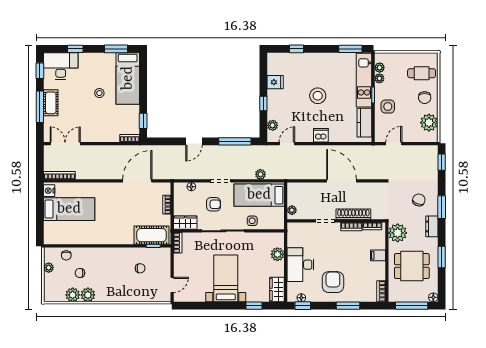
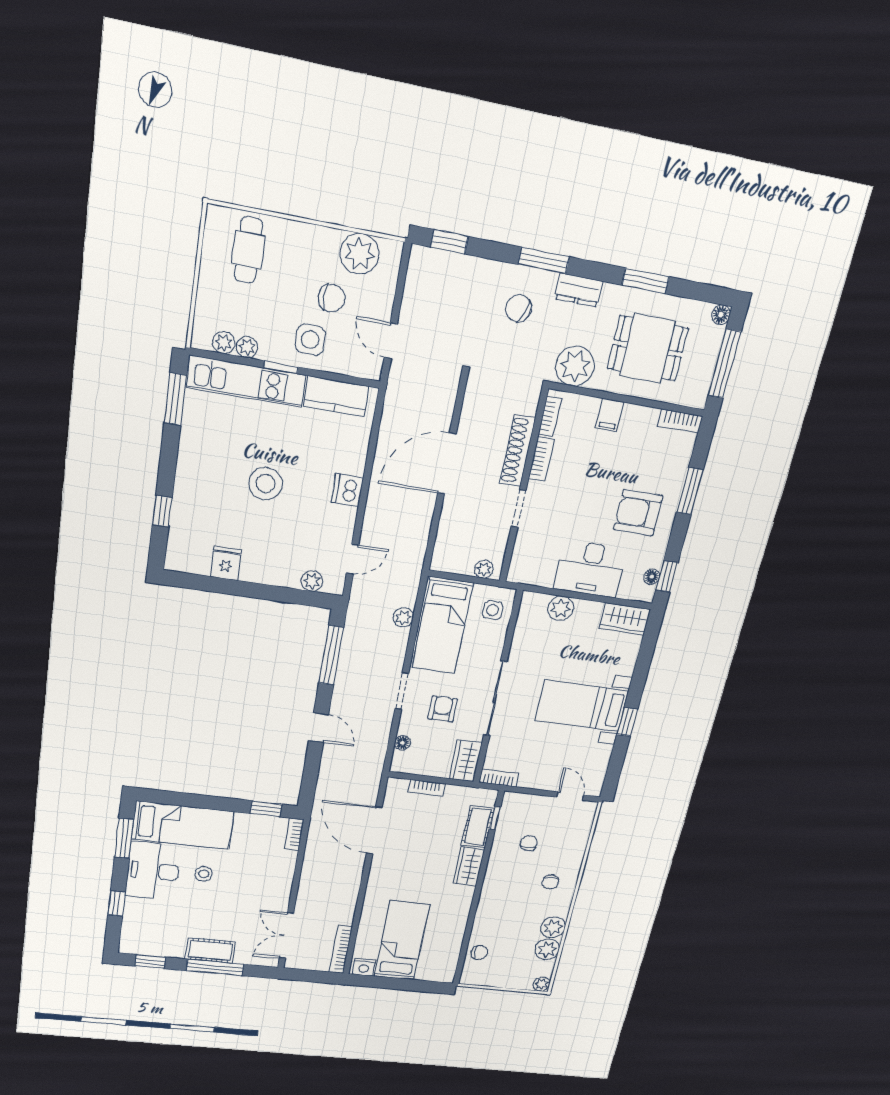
desk: (61, 66) -> (153, 871), moved
chair: (425, 98) -> (332, 298), moved
window: (263, 104) -> (266, 592), removed
door: (287, 144) -> (352, 559), swing flipped
side table: (252, 221) -> (493, 610), moved
cot: (152, 235) -> (478, 827), width x0.73, depth x0.75
wardrobe: (121, 238) -> (469, 867), added
dining table: (412, 266) -> (648, 348), turned 90
plant: (49, 268) -> (541, 984), moved
chair: (80, 273) -> (550, 882), moved
window: (254, 306) -> (627, 722), moved

